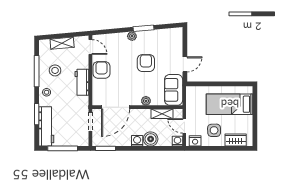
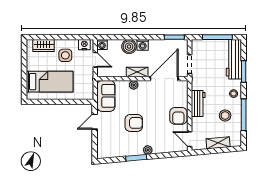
armchair: (146, 63) -> (134, 123), turned -90
shelving: (162, 114) -> (137, 72), moved

